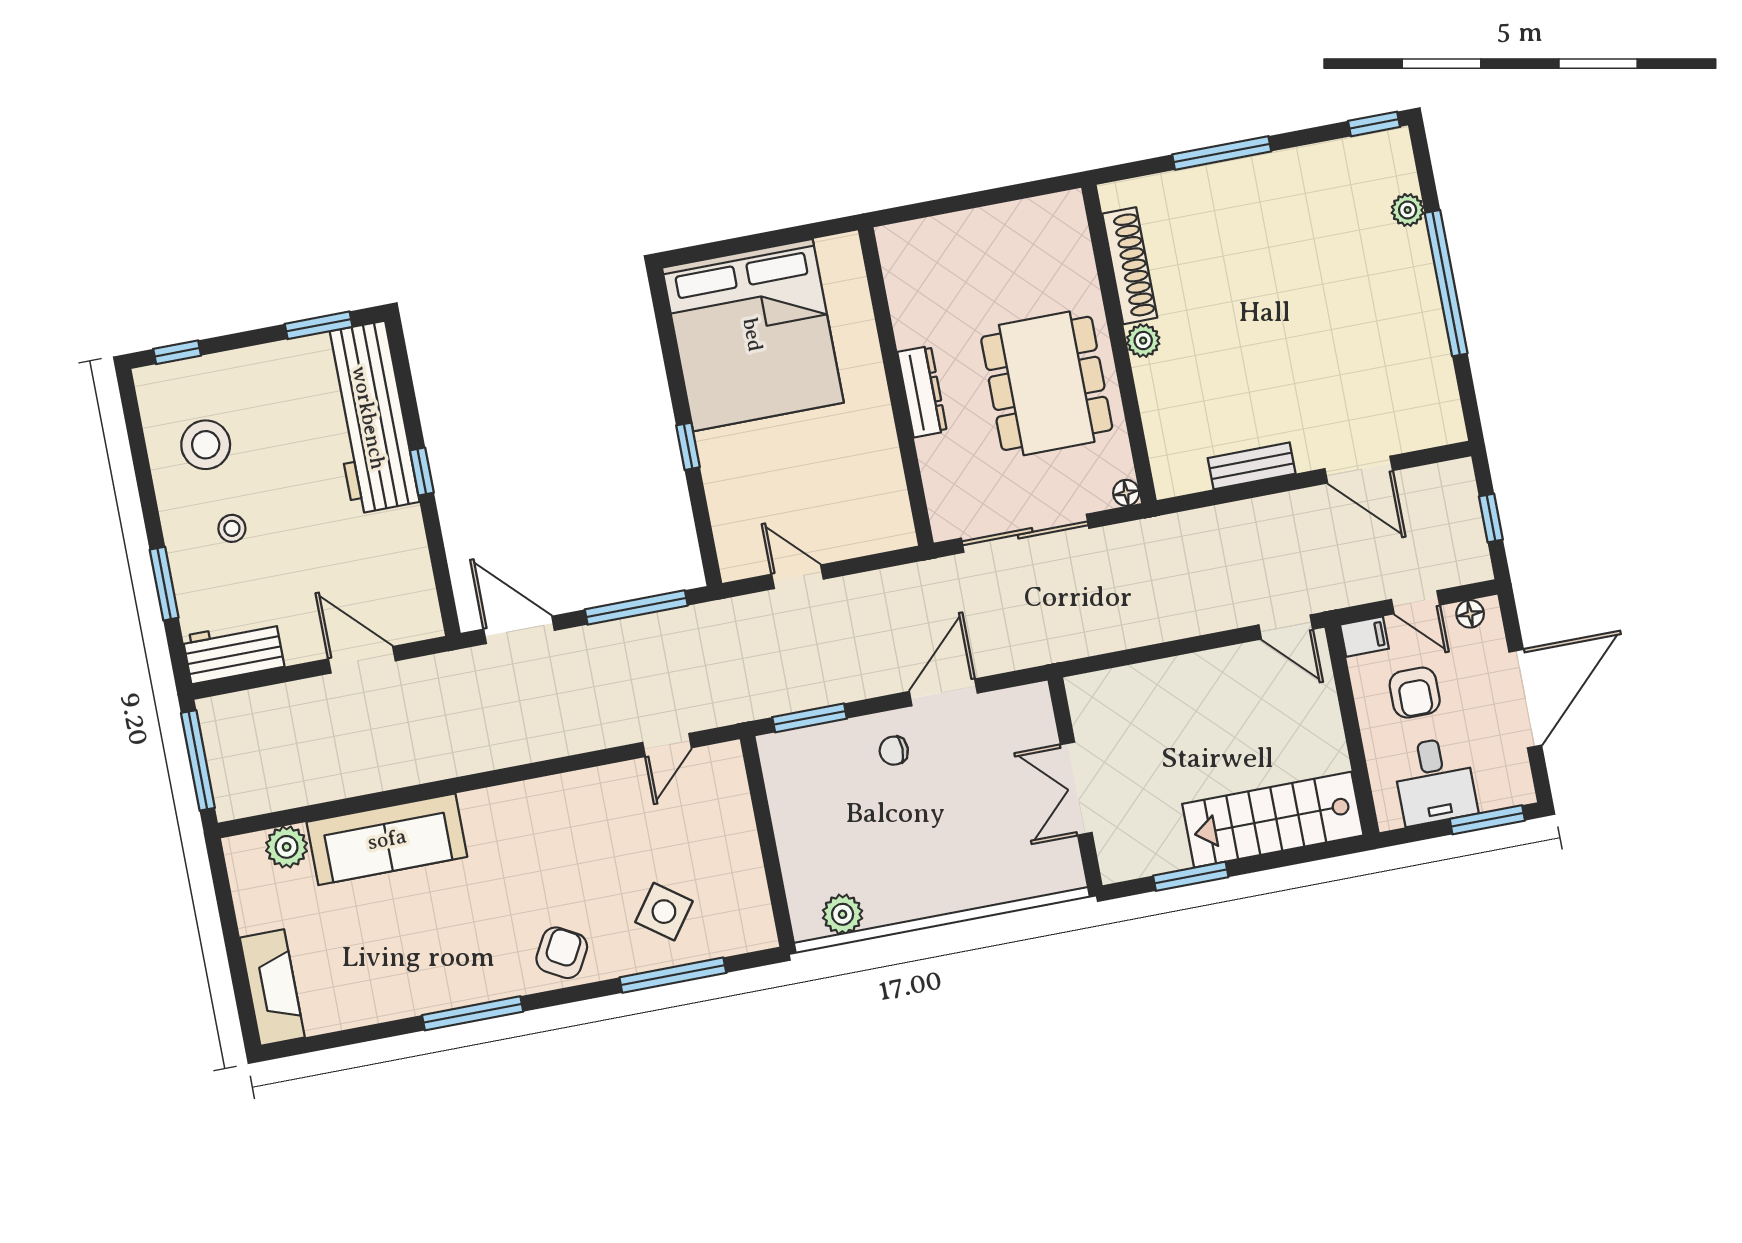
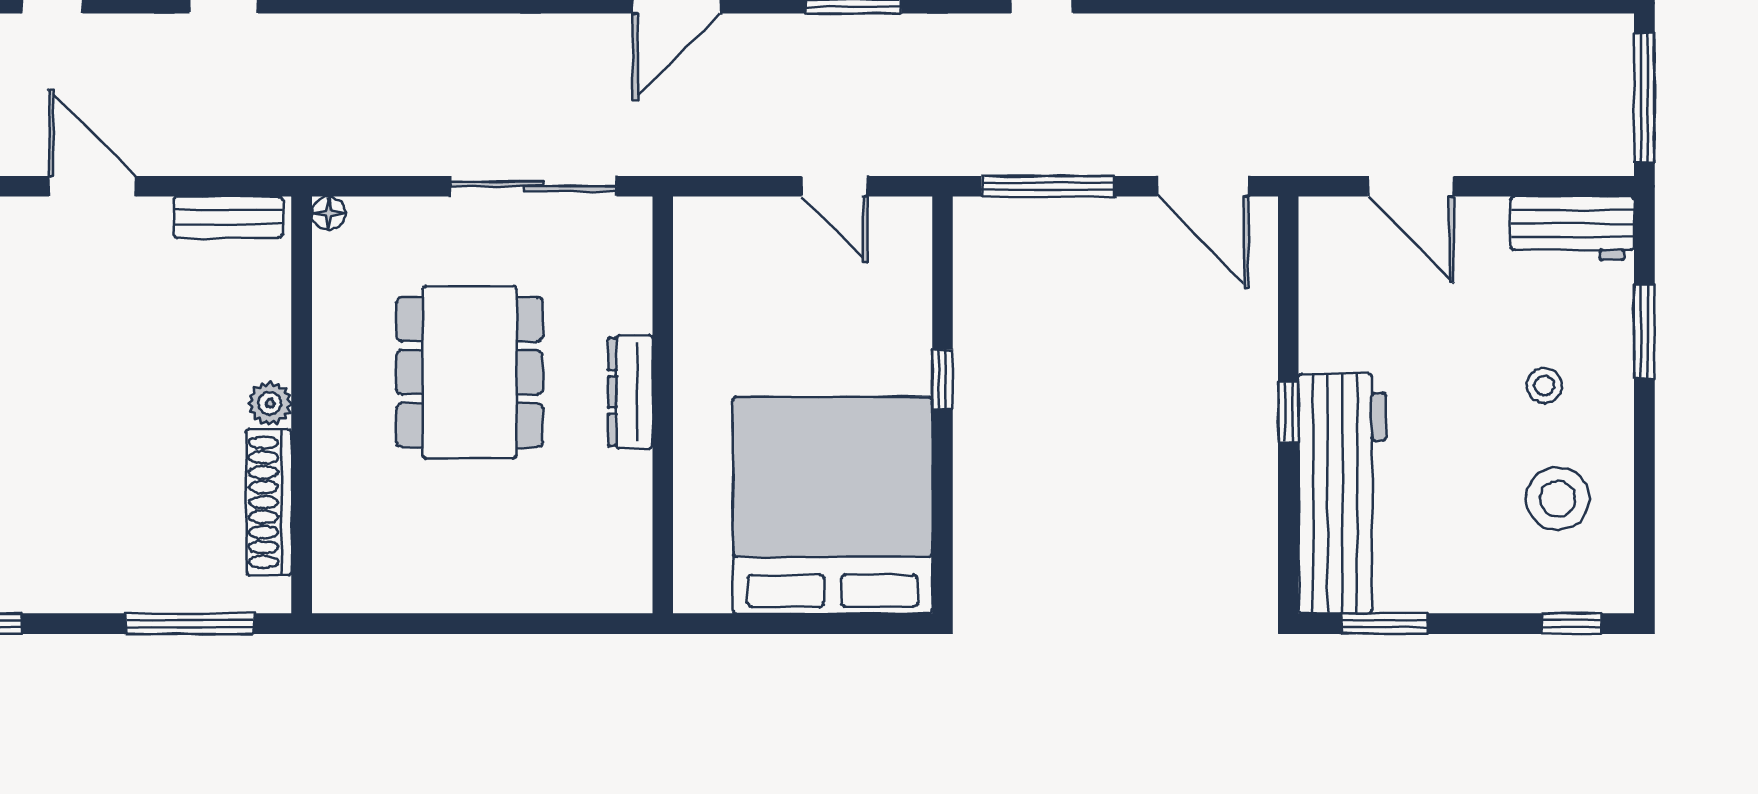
shoe rack: (1130, 266) -> (269, 502), moved
plant: (1143, 341) -> (270, 403), moved
wall: (1119, 344) -> (302, 405), moved
floor lamp: (1126, 493) -> (329, 213), moved

